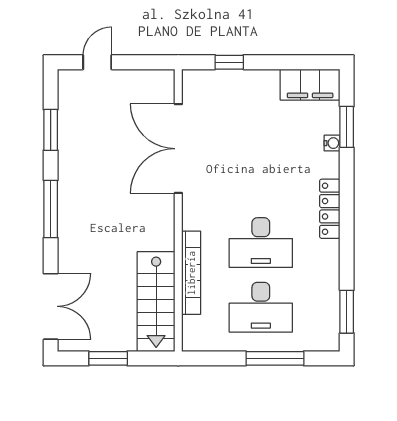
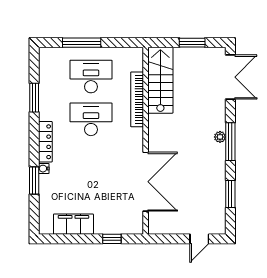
filing cabinet: (310, 85) -> (73, 224), moved
window: (347, 127) -> (34, 180), moved
water cooler: (332, 143) -> (44, 169), moved
plant: (66, 216) -> (220, 137), added
double door: (51, 306) -> (230, 77), swing flipped
window: (347, 312) -> (34, 98), moved

